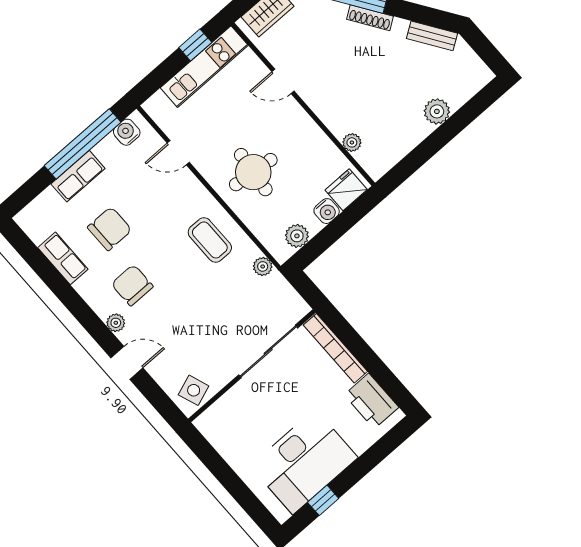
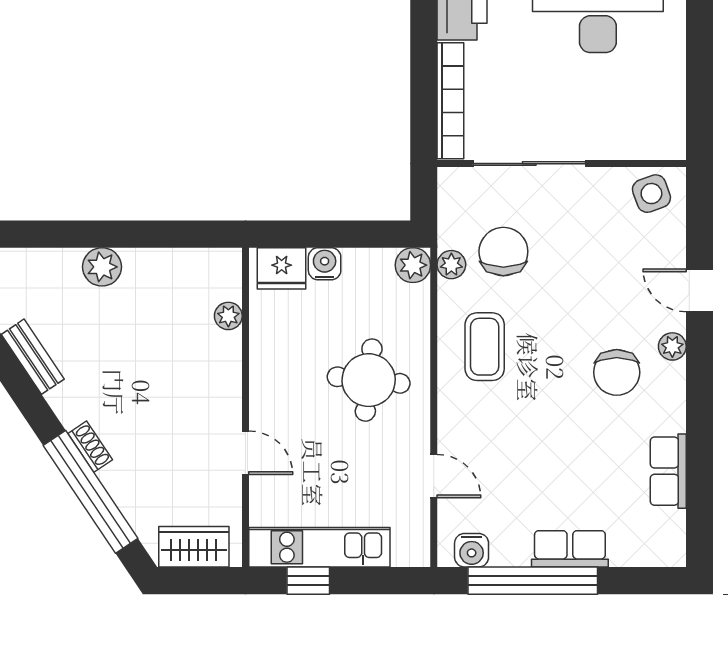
shoe rack: (370, 18) -> (90, 447), width x0.70
chair: (110, 229) -> (503, 252), moved, turned 90
plant: (297, 236) -> (413, 265), moved

